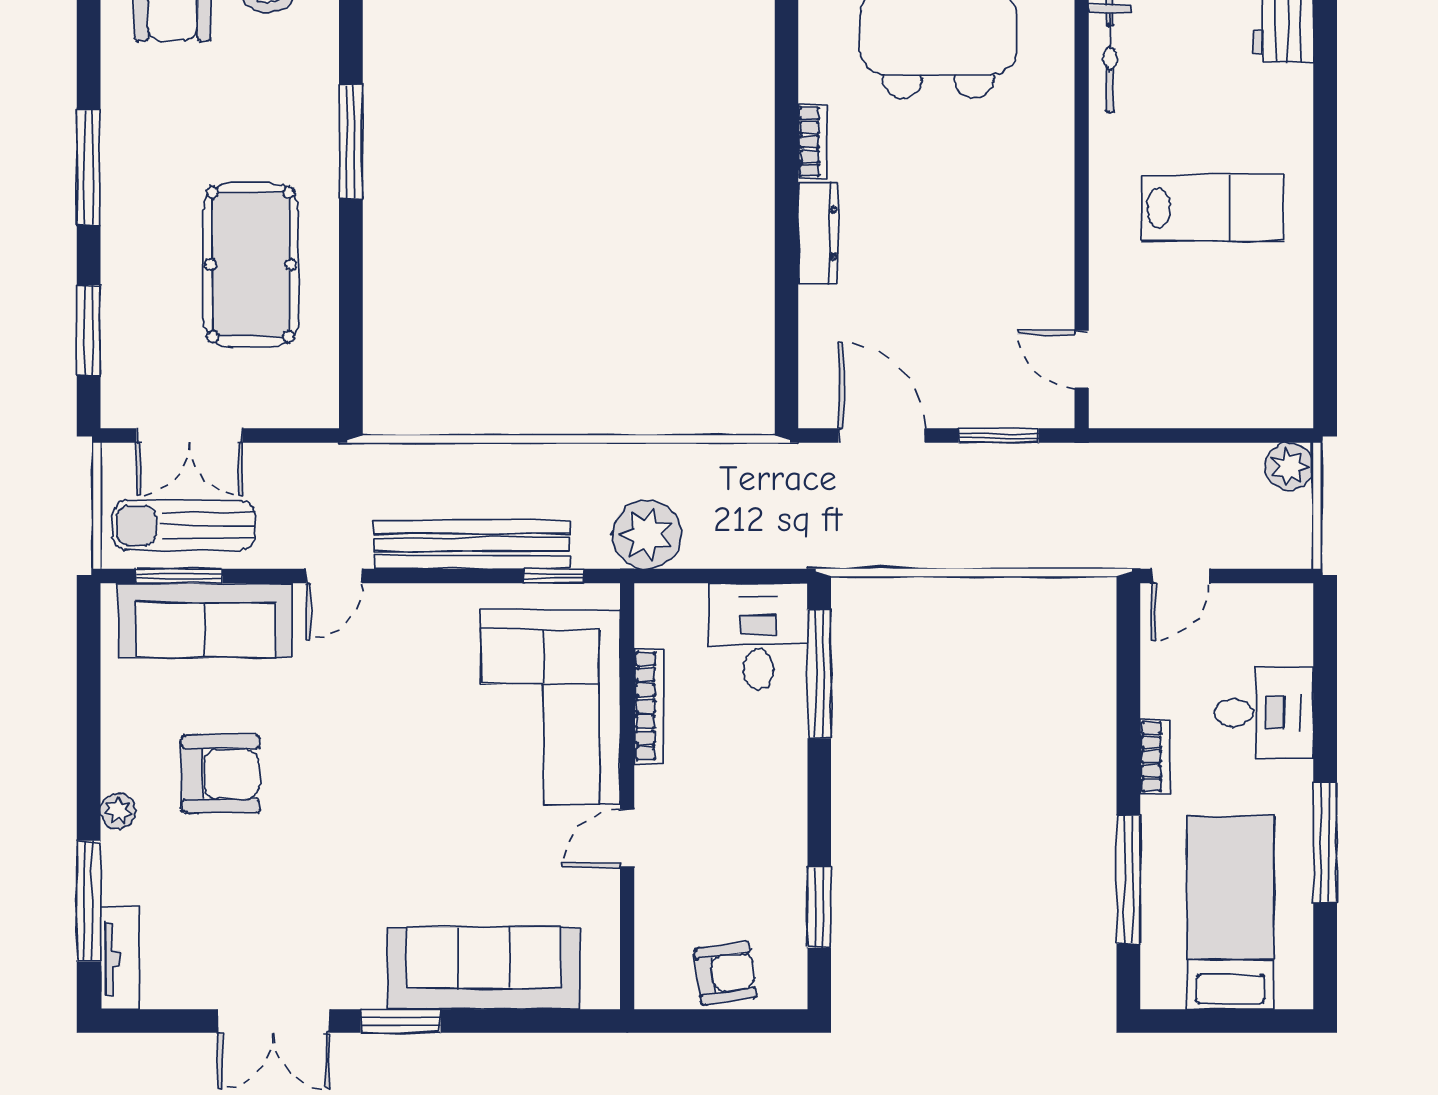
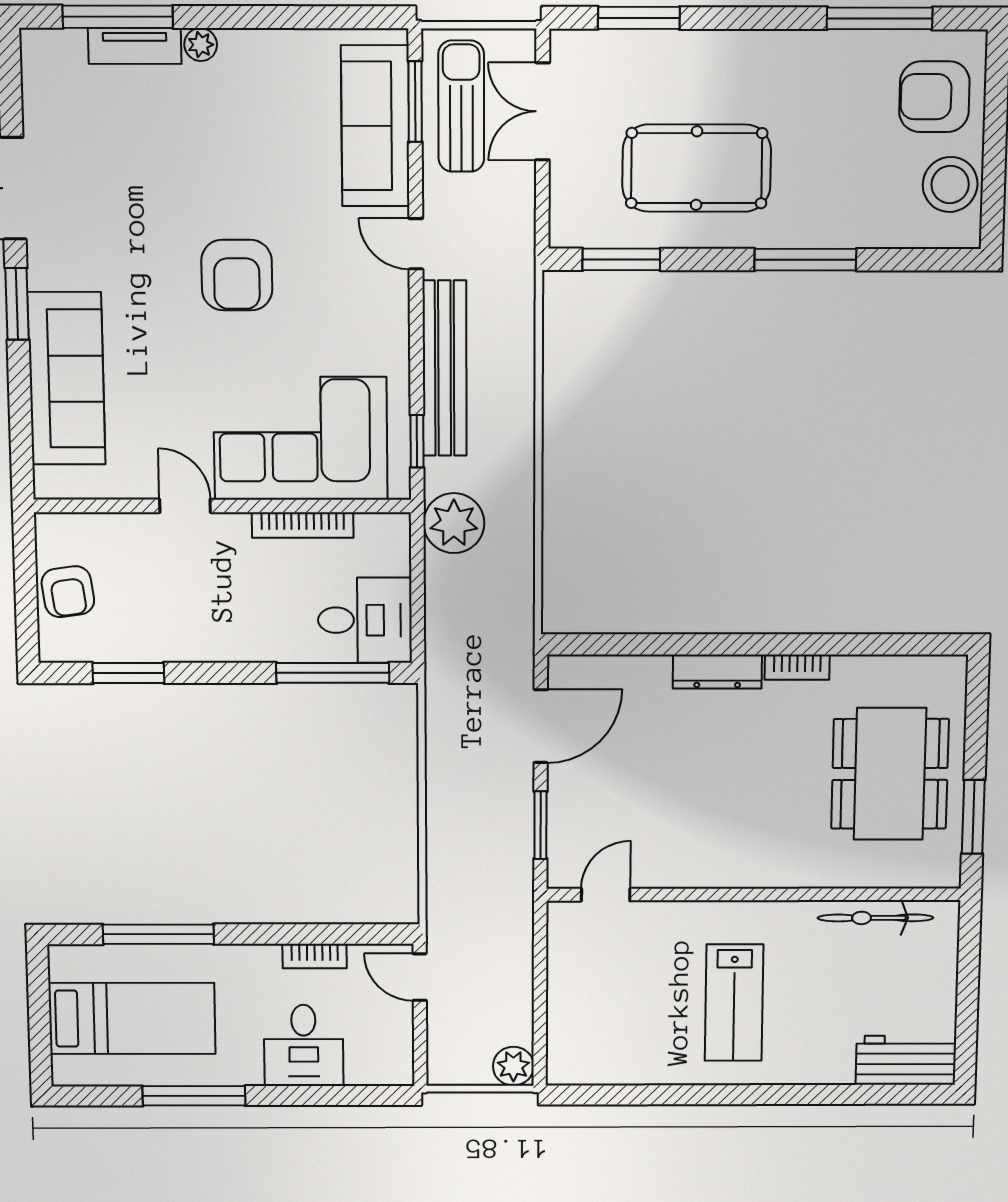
window: (89, 167) -> (880, 18), moved
window: (351, 347) -> (621, 259), added
bookcase: (1155, 757) -> (315, 956), moved
armchair: (221, 774) -> (237, 275), moved
tv unit: (120, 959) -> (135, 46), moved

